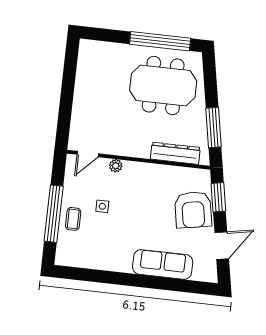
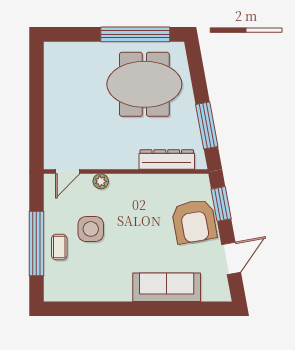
side table: (102, 206) -> (91, 229), width x1.87, depth x1.87

